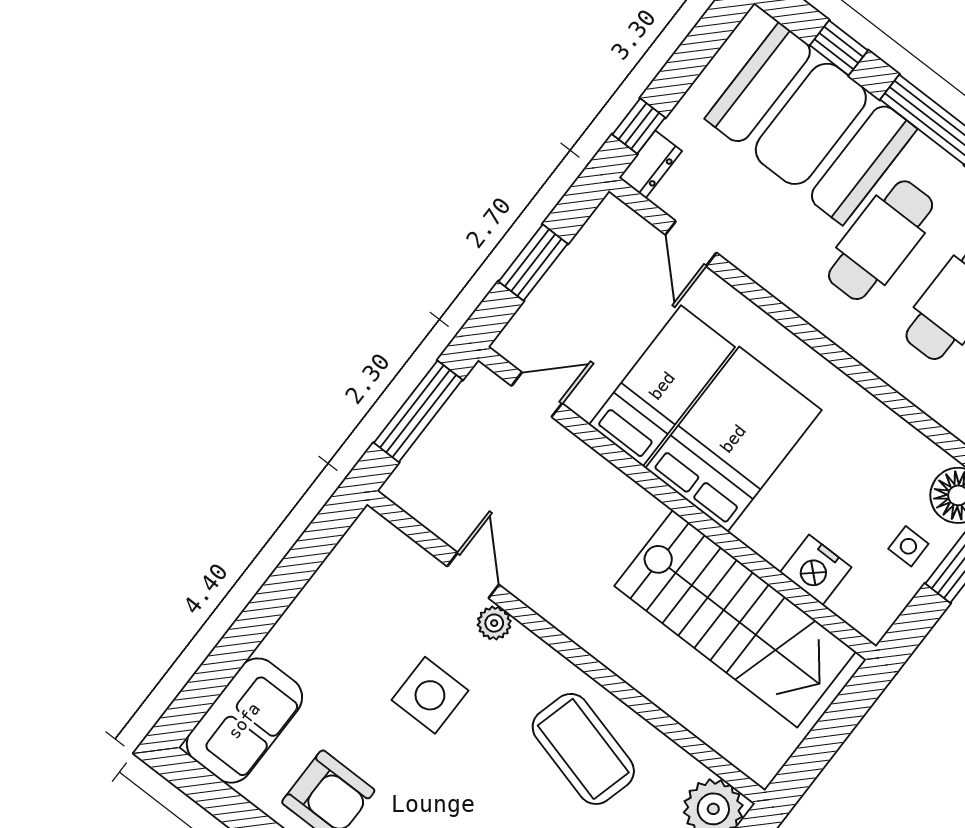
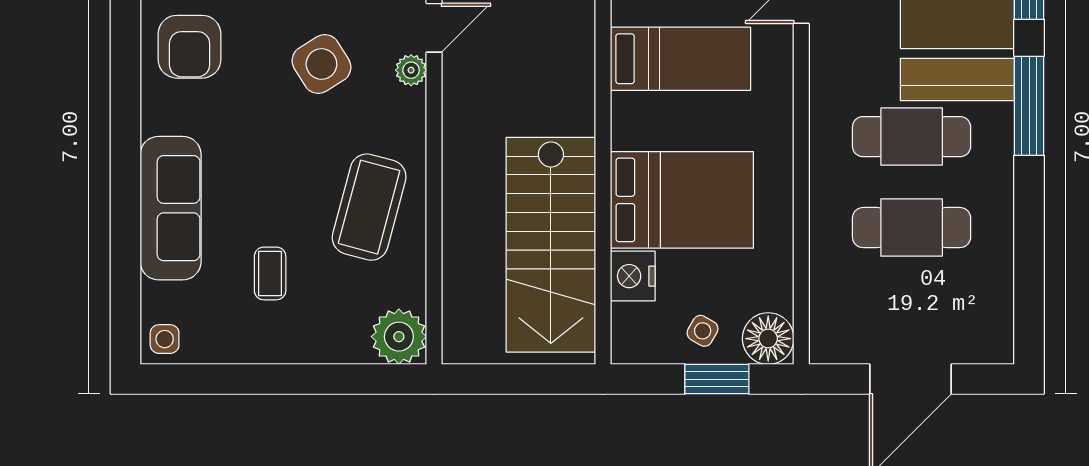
bed: (733, 439) -> (682, 200), moved
side table: (908, 546) -> (703, 331), turned 30
side table: (430, 695) -> (321, 64), turned -32

